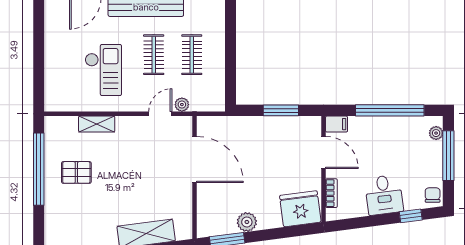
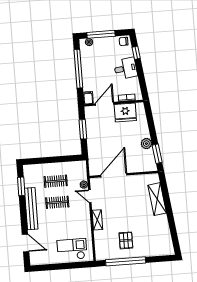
checkout: (103, 70) -> (72, 249), moved
shelving: (97, 124) -> (97, 220), moved
fridge: (300, 209) -> (125, 112), moved, turned -83

